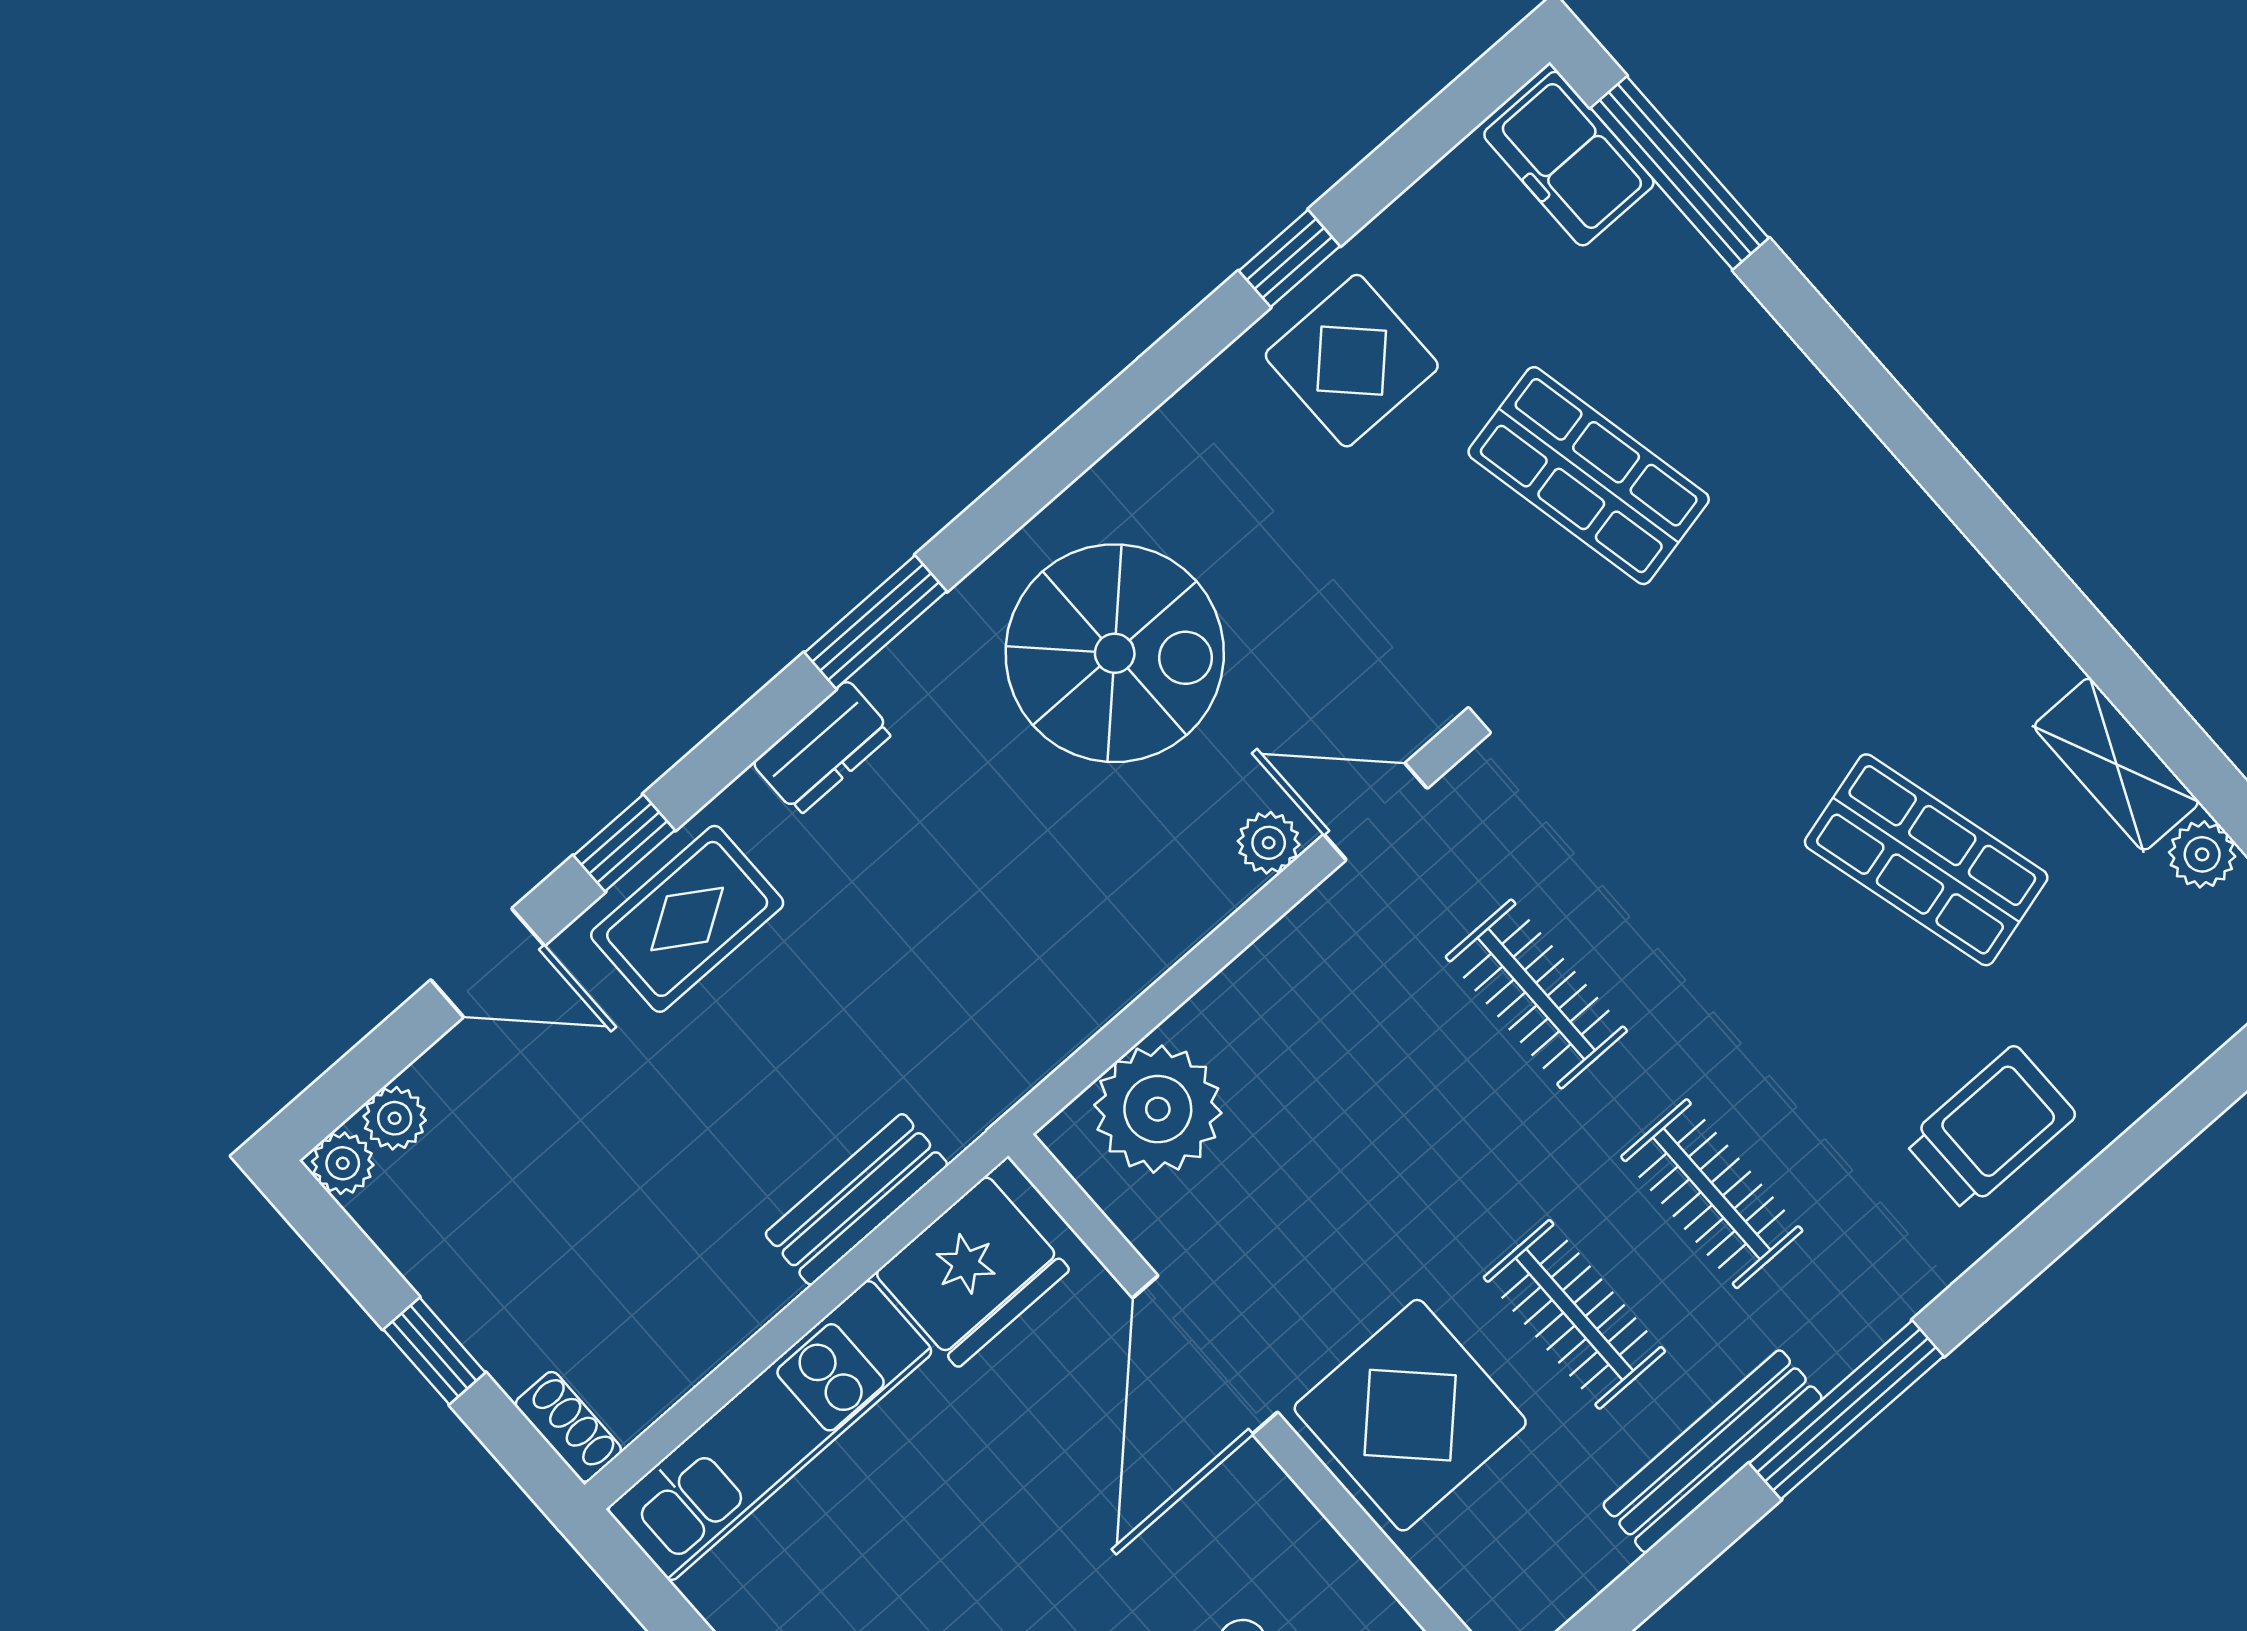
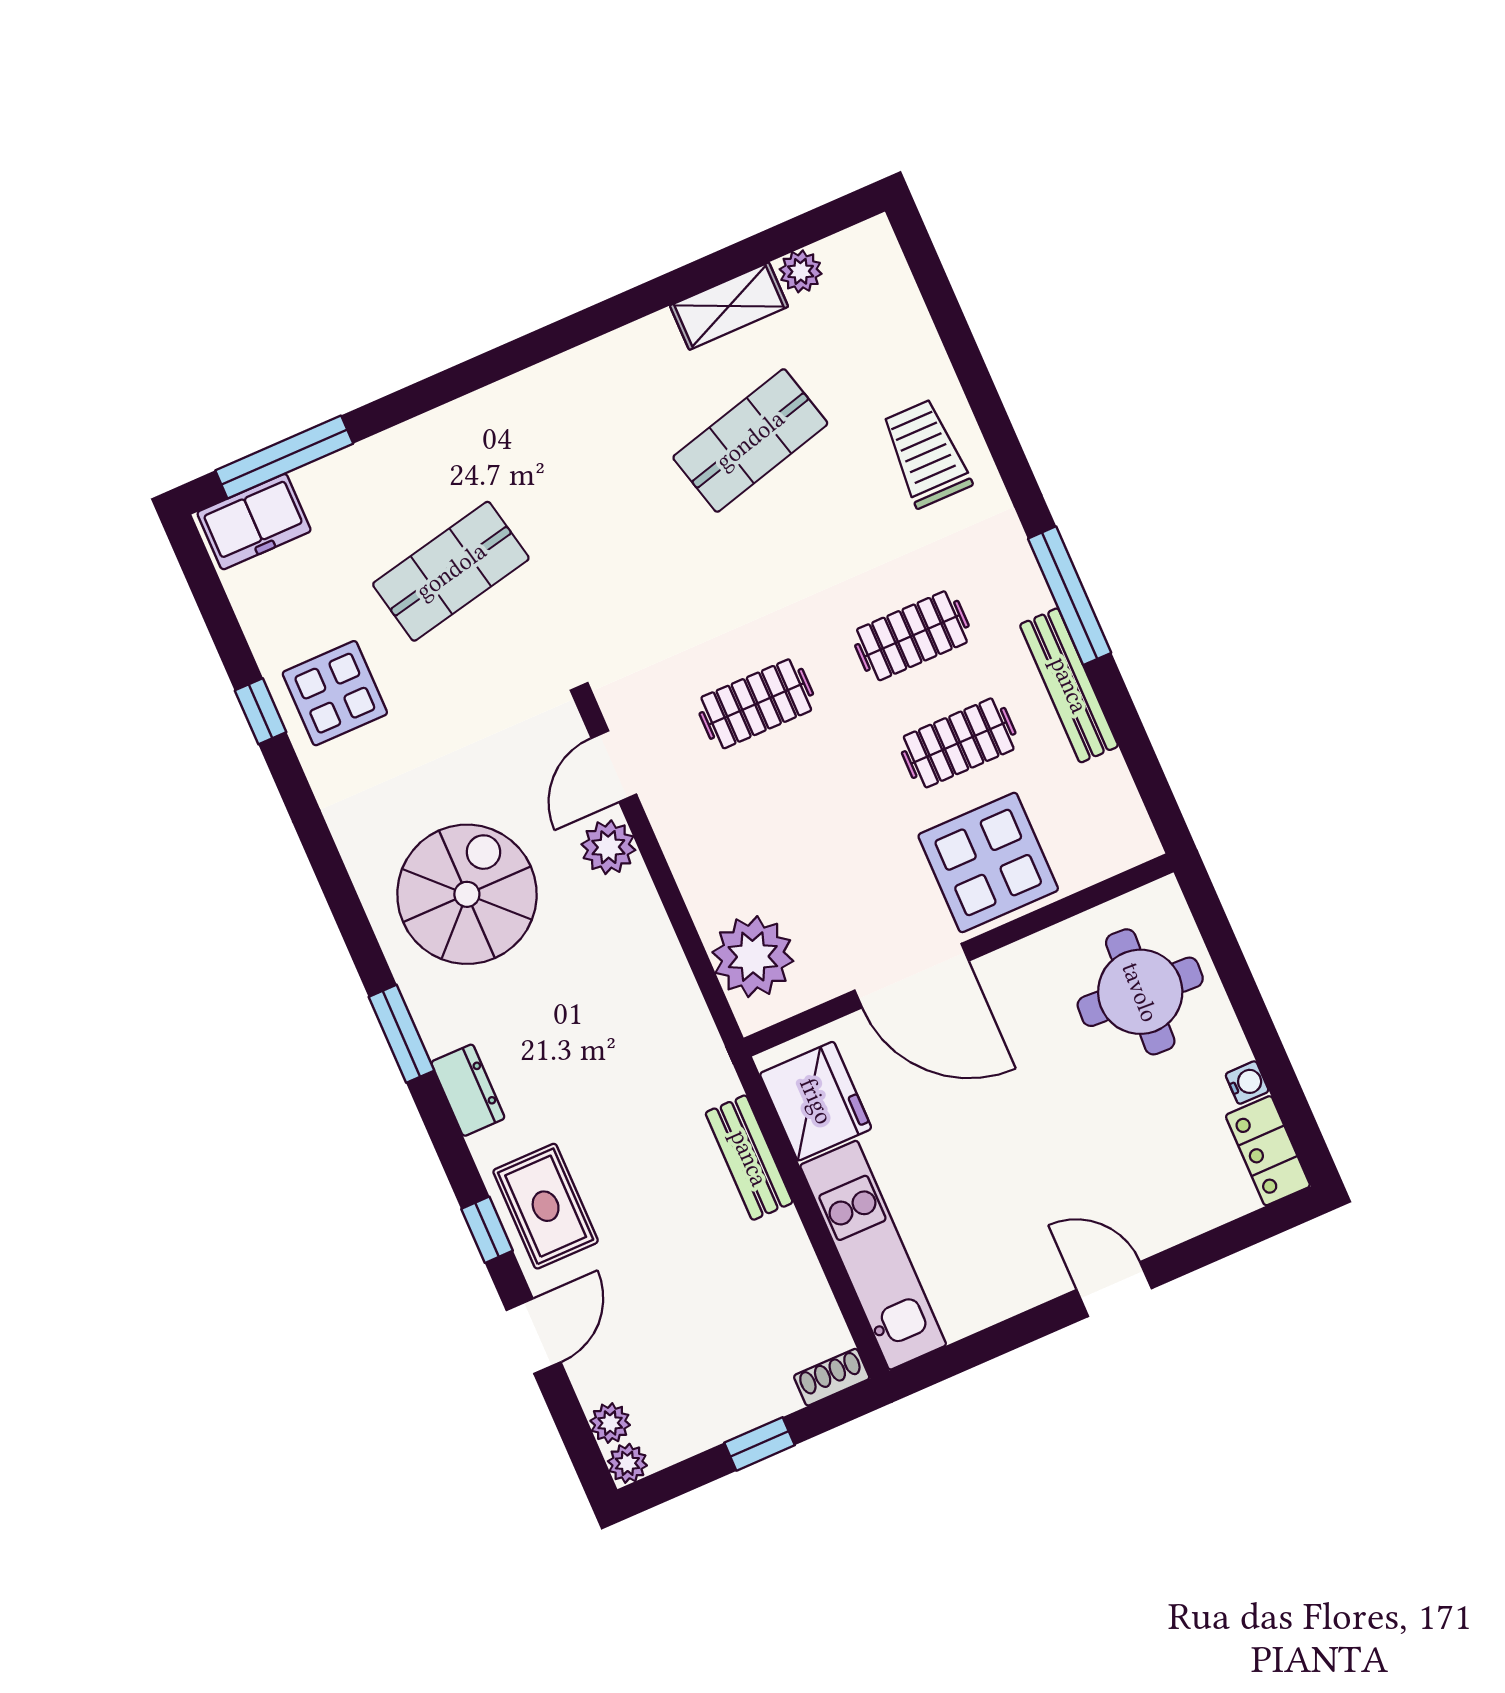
plant: (1269, 843) -> (608, 847), width x1.38, depth x1.38

